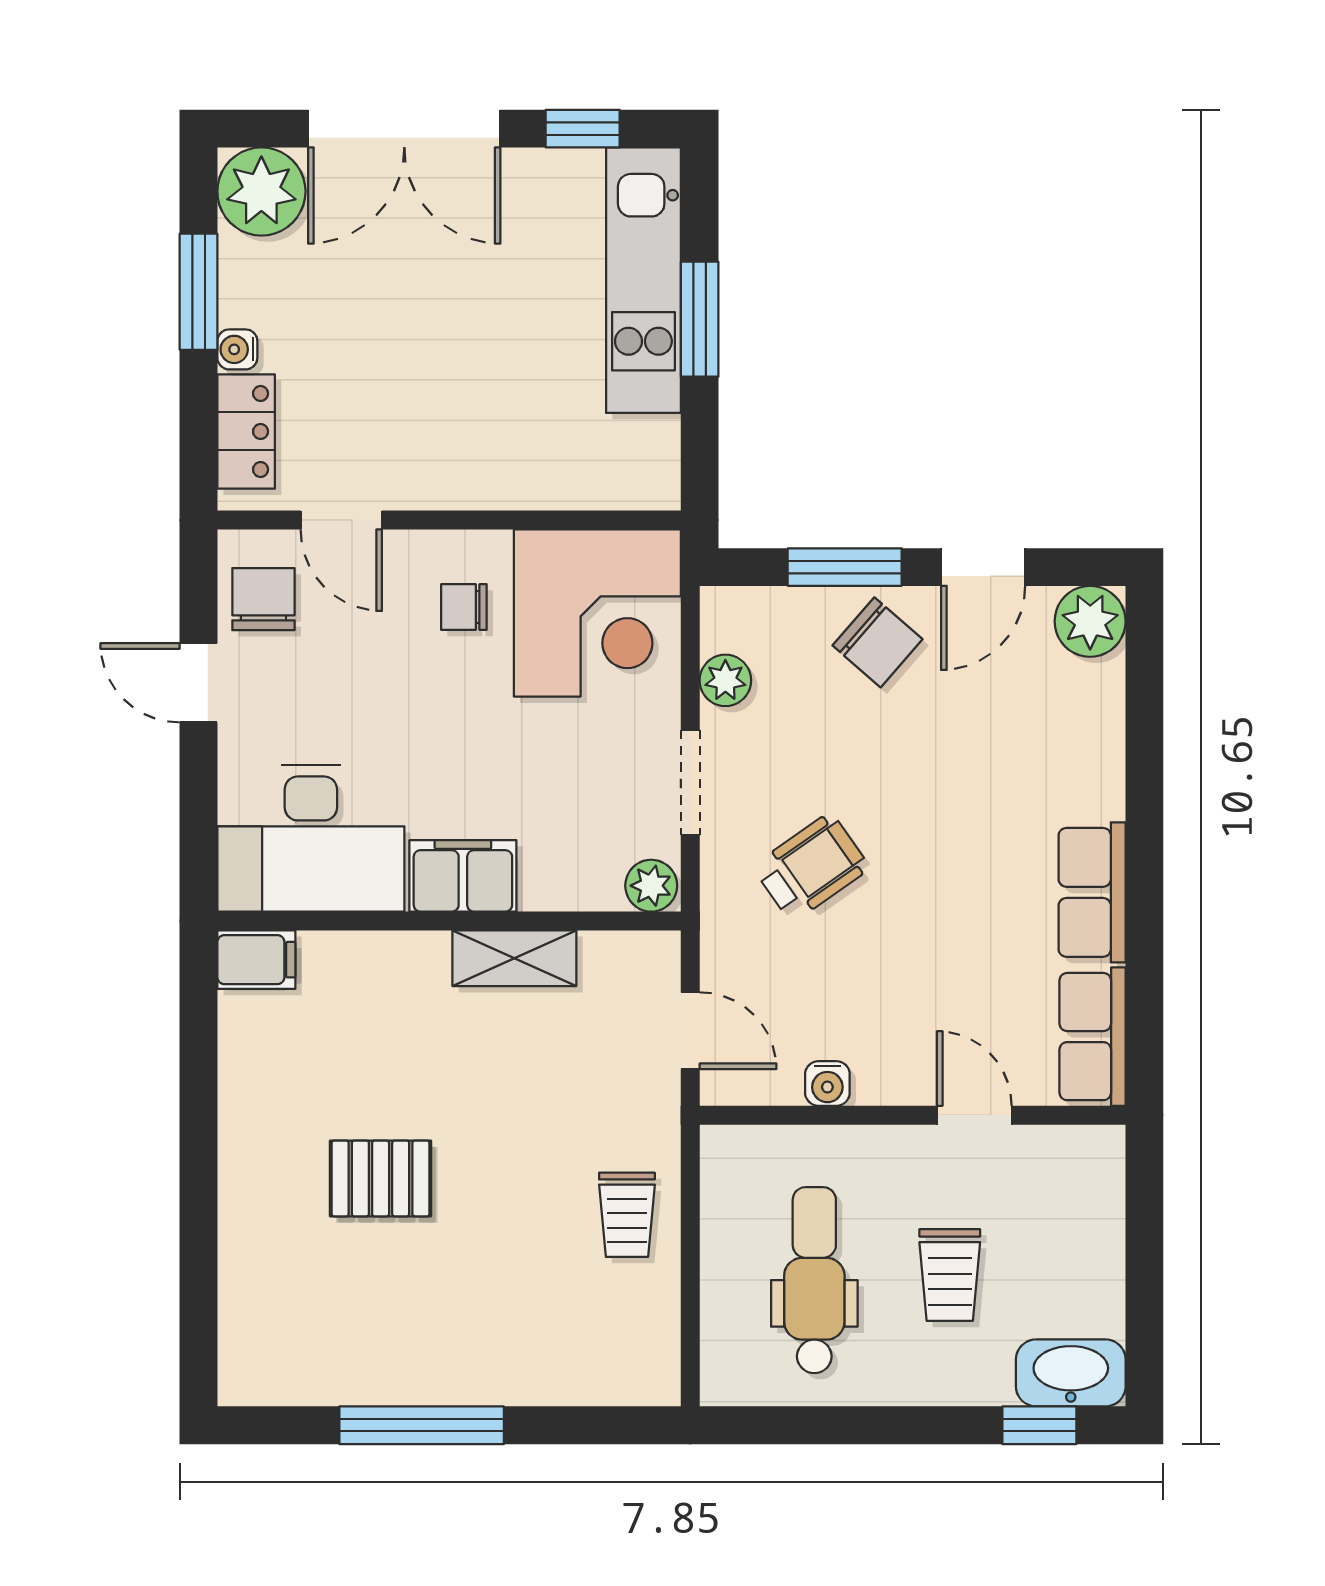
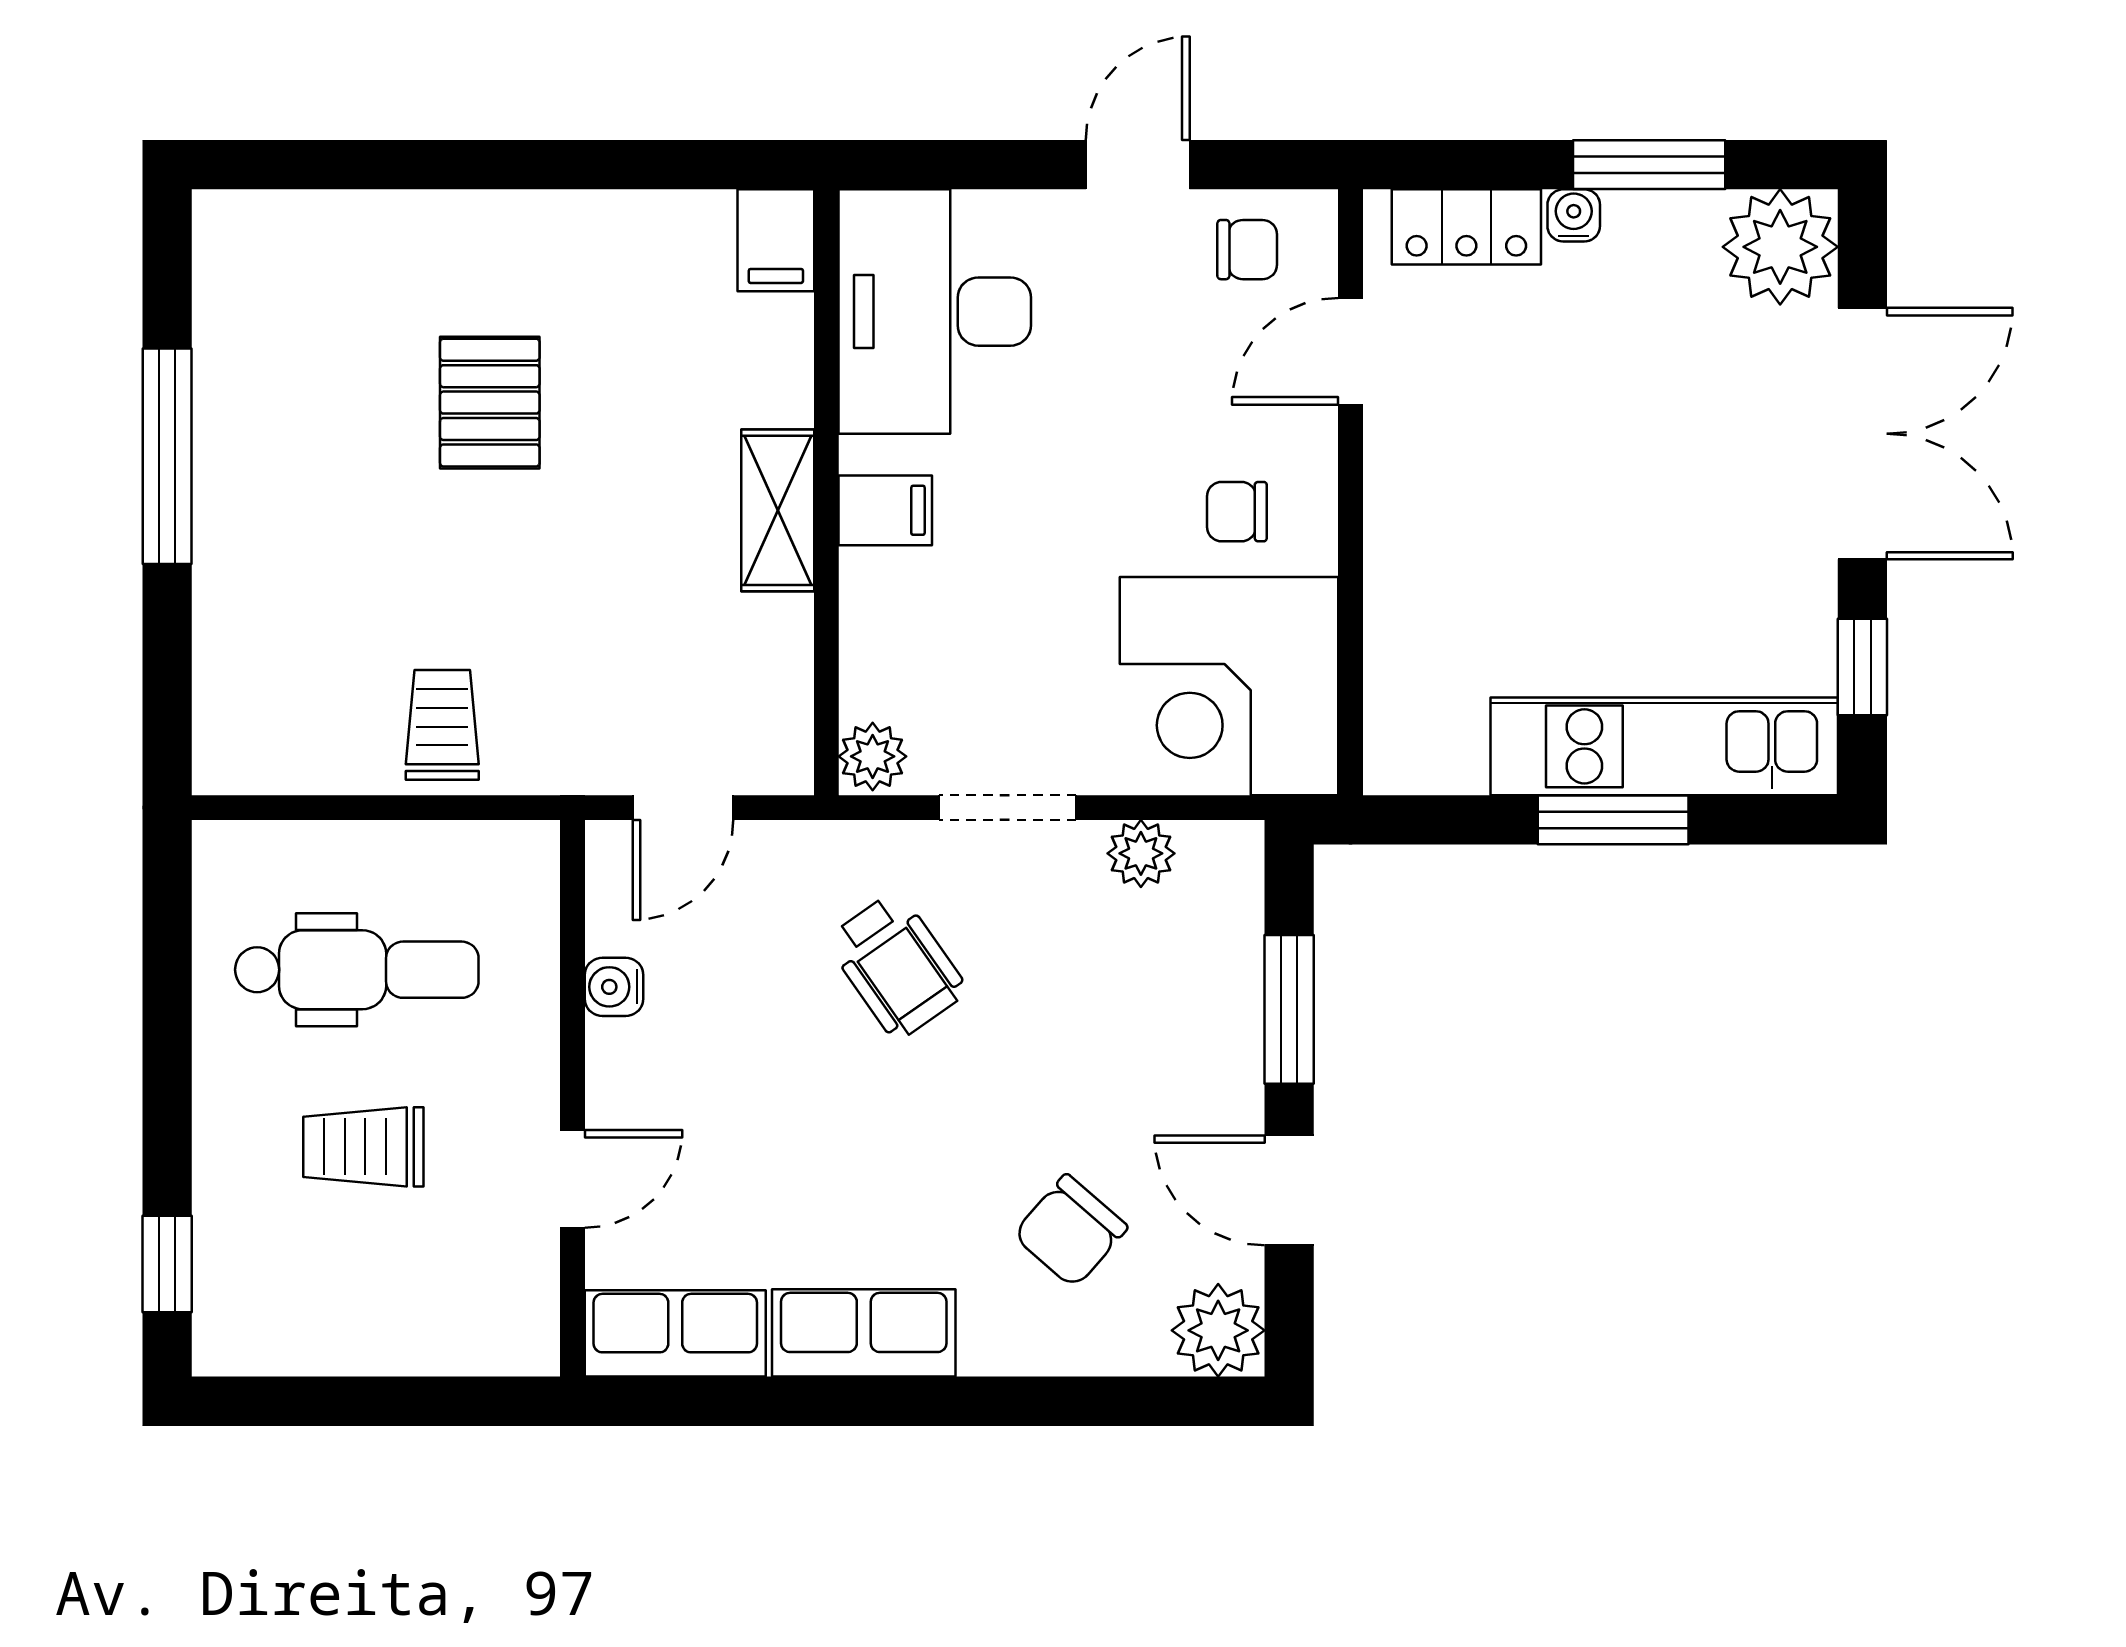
double door: (404, 129) -> (1862, 434), swing flipped
chair: (263, 599) -> (1247, 250), width x0.73, depth x0.73
chair: (464, 607) -> (1237, 512), turned -90
chair: (878, 642) -> (1070, 1231), moved
filing cabinet: (463, 876) -> (885, 510), width x0.50
shelving: (514, 958) -> (778, 510), moved
trolley: (627, 1215) -> (442, 725), turned 90
washbasin: (1071, 1373) -> (235, 1305), removed

